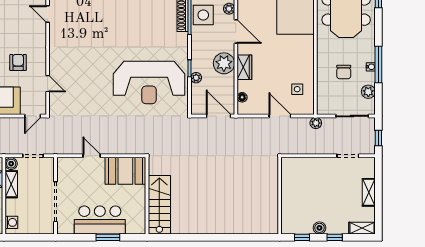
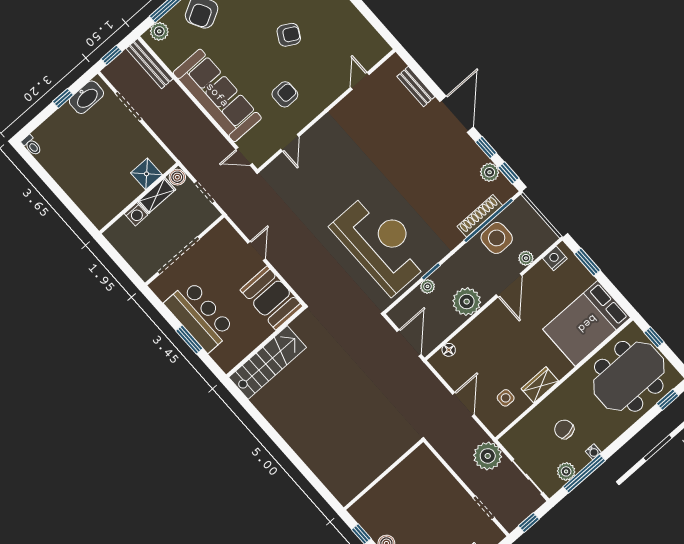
window: (378, 64) -> (584, 474), moved
wardrobe: (244, 67) -> (540, 385), moved, turned 180
chair: (344, 72) -> (564, 429), turned 81
reception desk: (149, 82) -> (381, 243), turned 180
plant: (316, 123) -> (488, 456), width x1.88, depth x1.88
washing machine: (11, 222) -> (136, 214), moved

